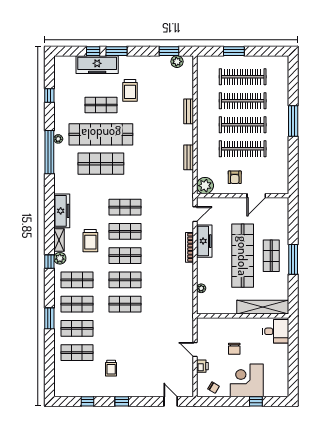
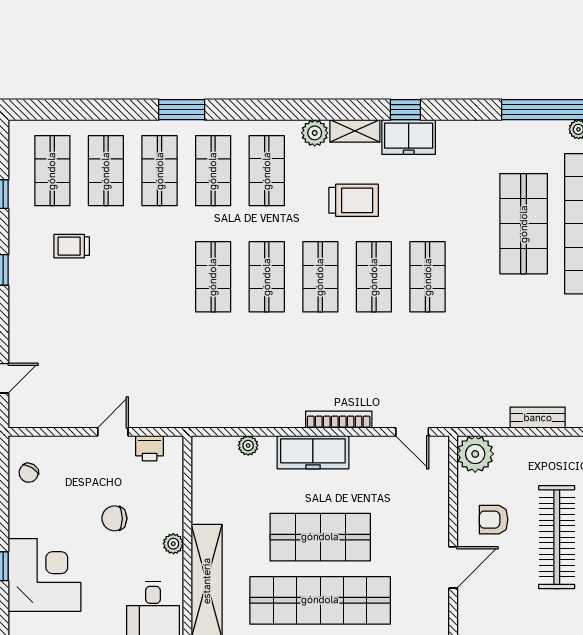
door: (256, 196) -> (453, 567), swing flipped
freezer: (62, 211) -> (409, 137), width x0.71
trolley: (90, 241) -> (354, 200), turned 180
freezer: (204, 241) -> (313, 452), moved
shop shelf: (243, 256) -> (320, 537), width x0.71
shop shelf: (271, 256) -> (320, 600), width x2.00, depth x1.36
window: (49, 262) -> (405, 110), moved
plant: (246, 322) -> (173, 544), added
printer: (202, 366) -> (150, 448), moved
shop shelf: (77, 377) -> (52, 171), added
corner desk: (247, 380) -> (44, 575), moved

